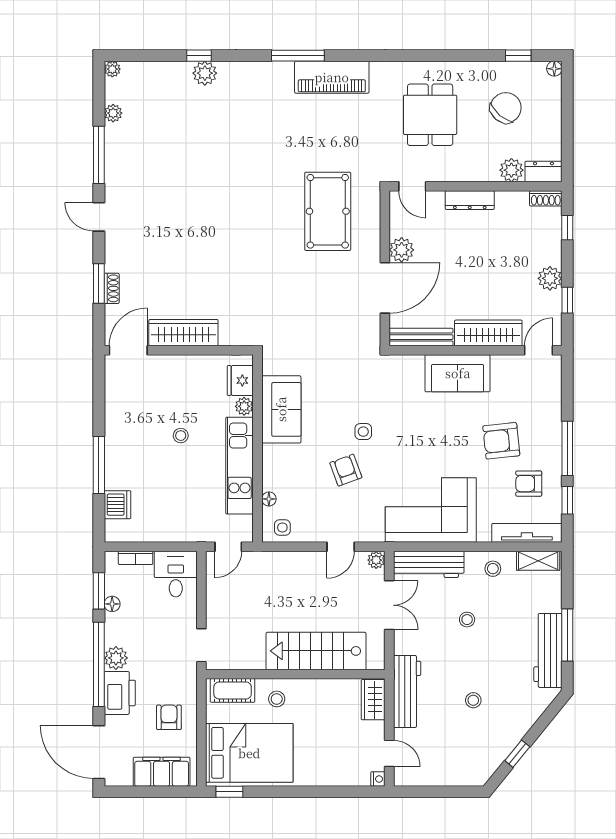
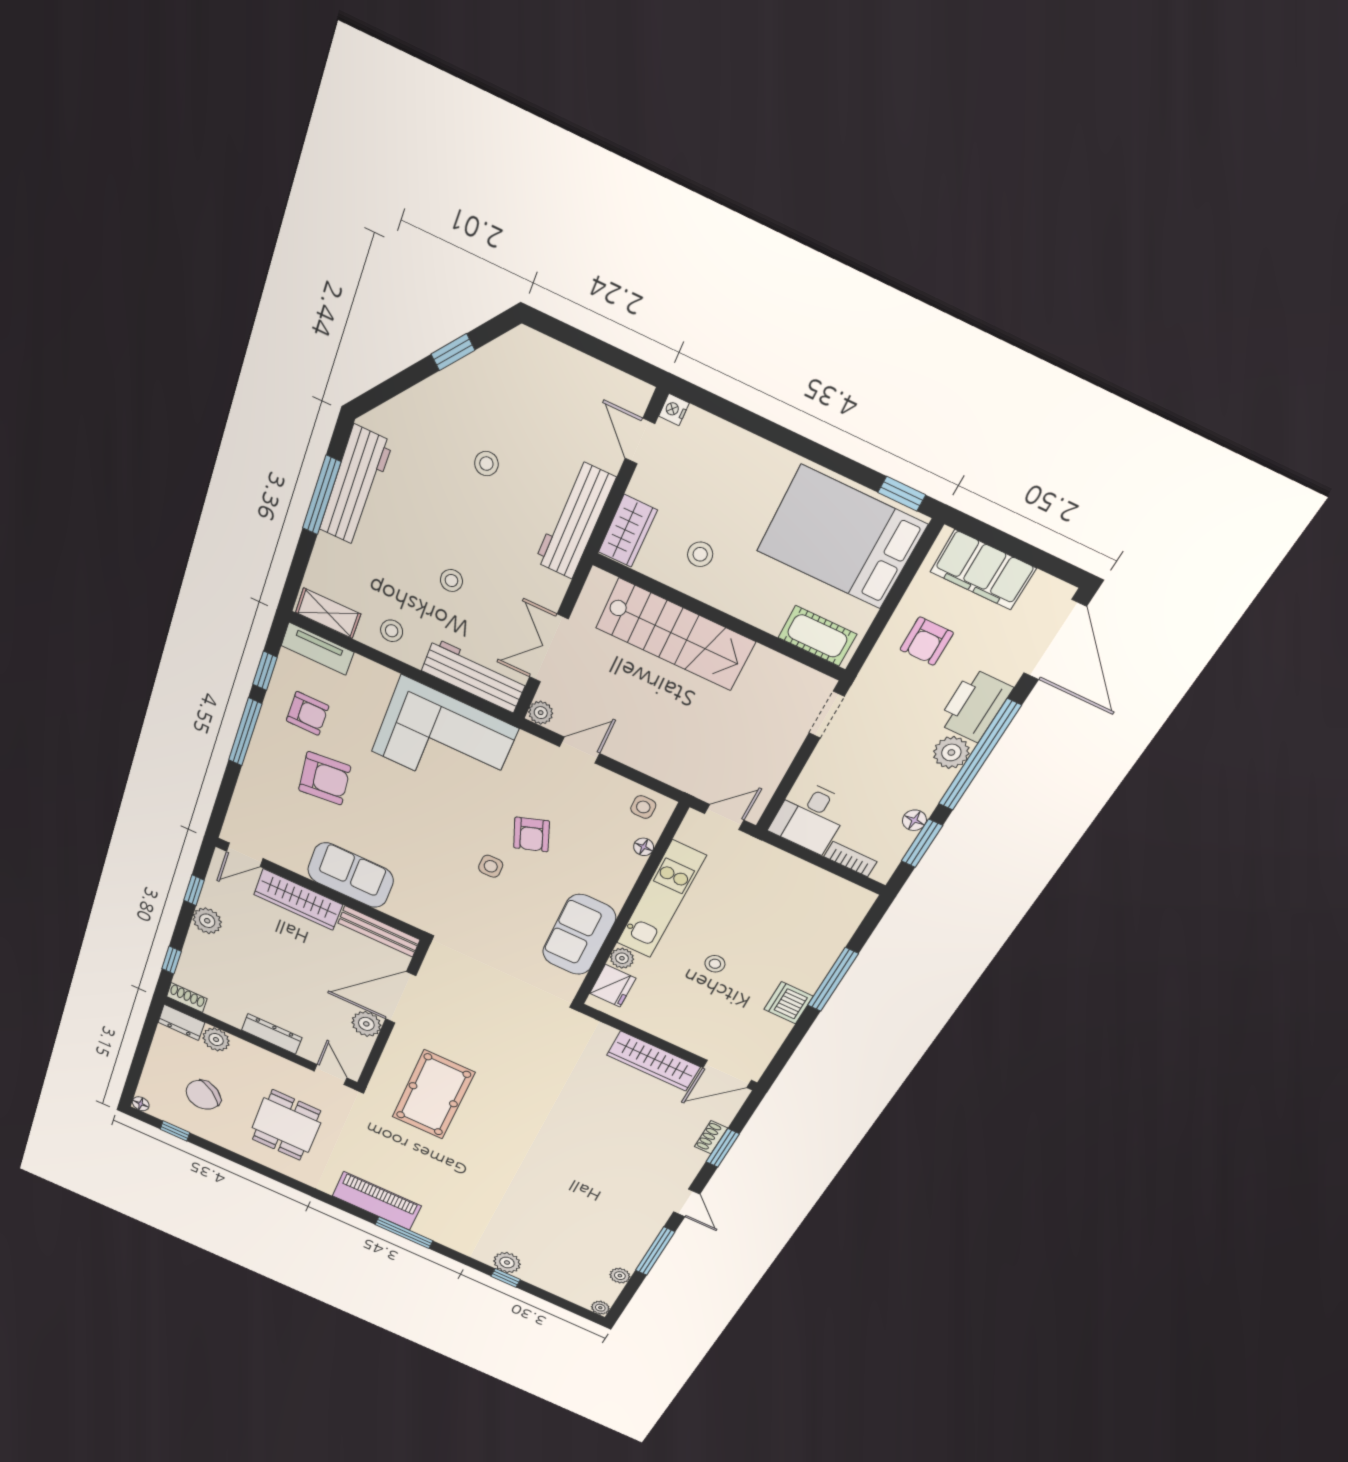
dishwasher: (117, 505) -> (789, 1003), moved
tv unit: (527, 533) -> (317, 649), width x0.71
stool: (277, 699) -> (700, 554), moved

